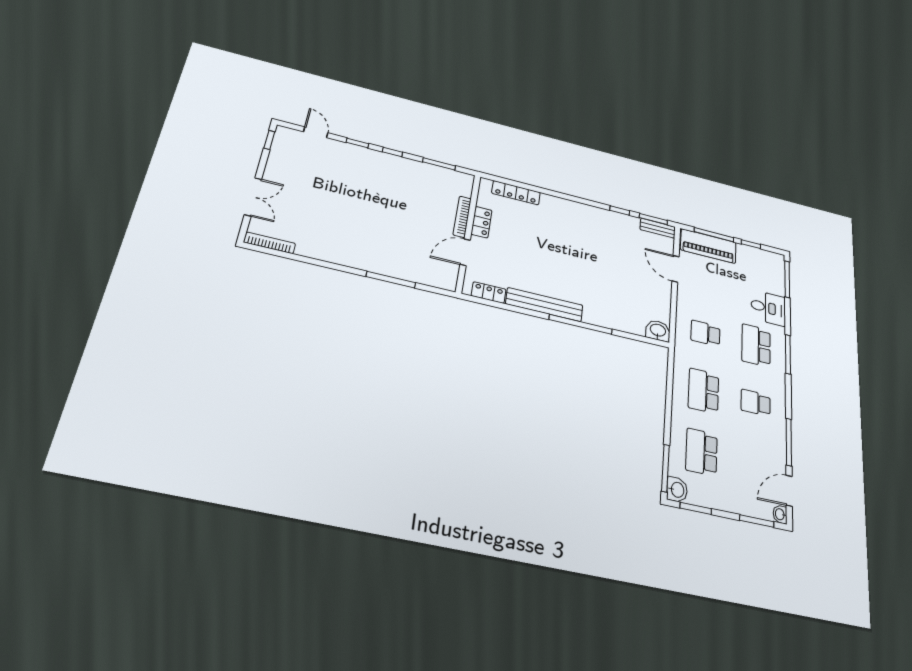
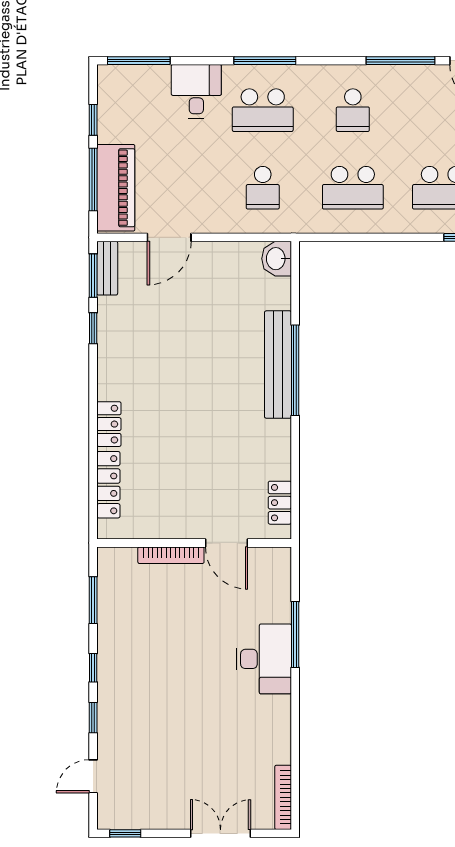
locker: (481, 222) -> (109, 424), moved, turned 90
desk: (377, 255) -> (264, 659), added
bench: (544, 305) -> (278, 365), moved

